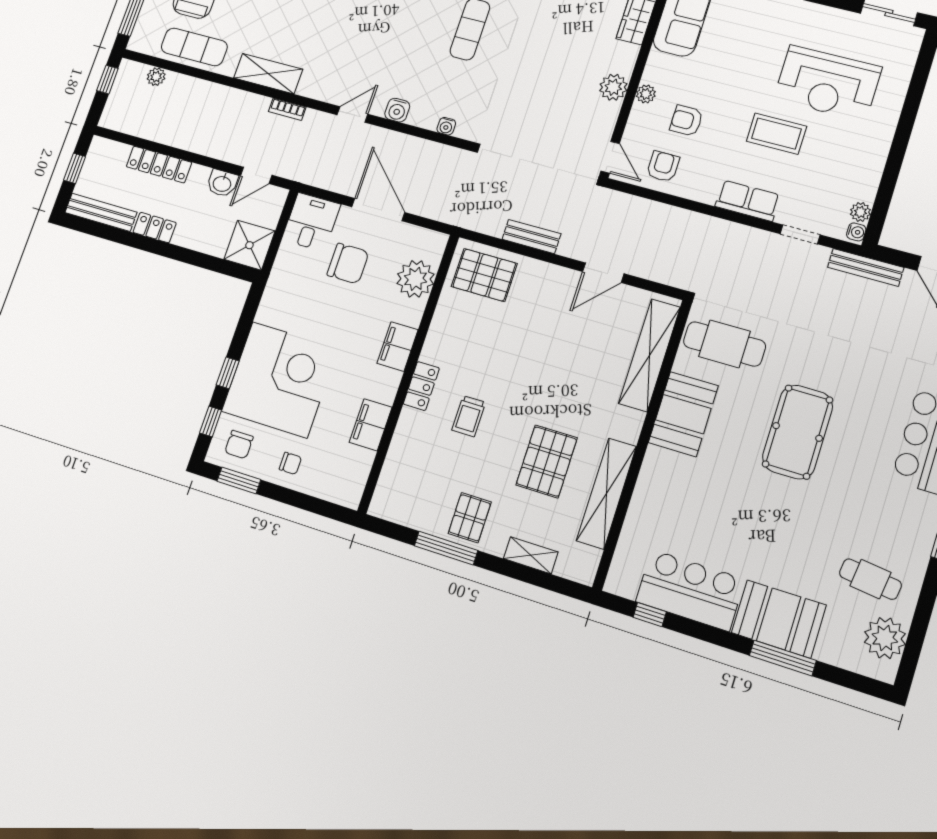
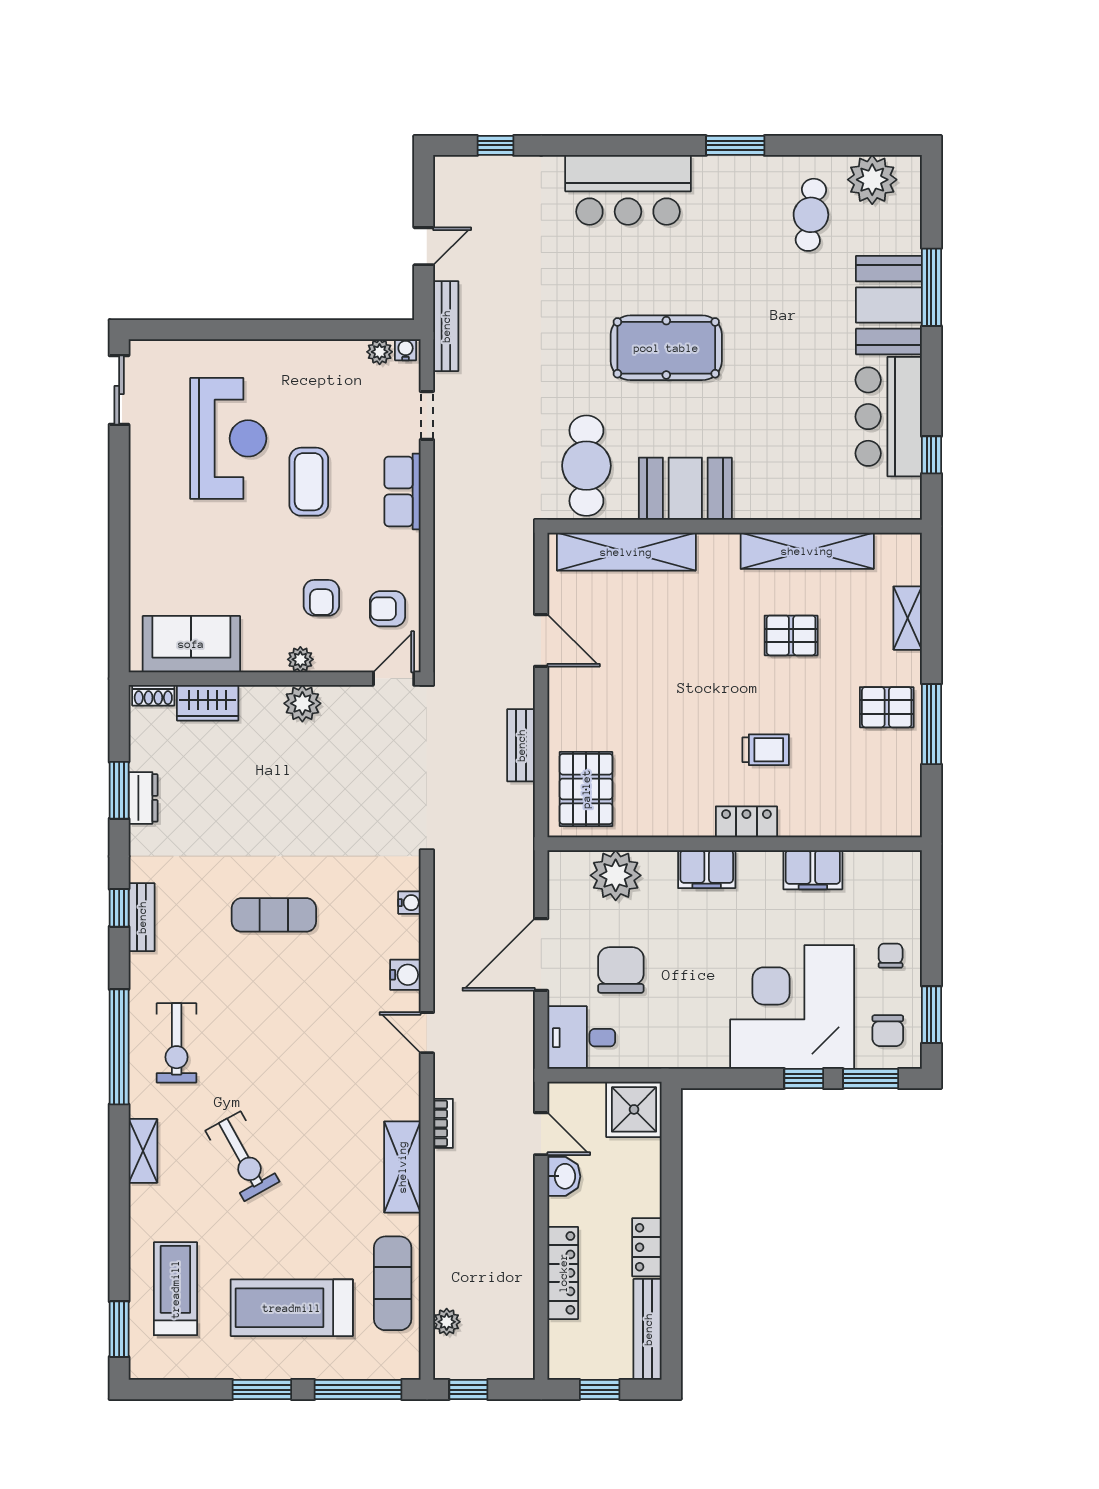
window: (211, 422) -> (871, 1078), width x1.50
chair: (239, 445) -> (888, 1031), turned 90
pallet: (547, 461) -> (791, 635), width x0.67, depth x0.71

